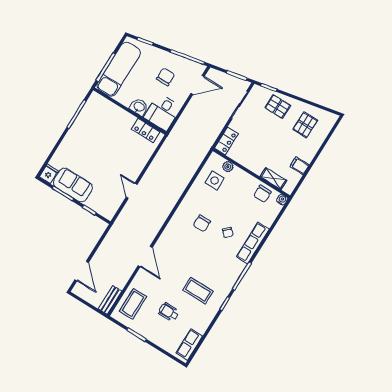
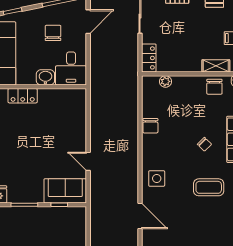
locker: (146, 130) -> (23, 96), moved
side table: (215, 181) -> (157, 178), moved
sofa: (73, 185) -> (65, 191), moved
chair: (202, 223) -> (150, 126), moved
coffee table: (198, 291) -> (209, 187), moved

